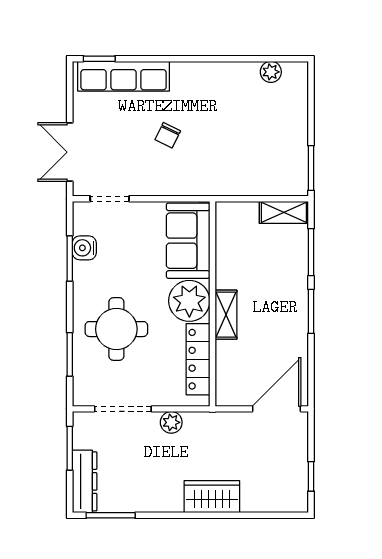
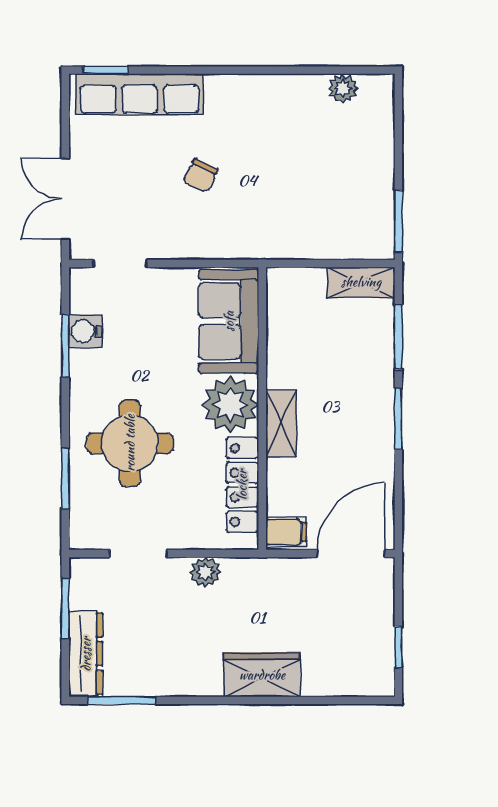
filing cabinet: (230, 393) -> (286, 532), added
doorway: (123, 409) -> (139, 554), width x0.73

